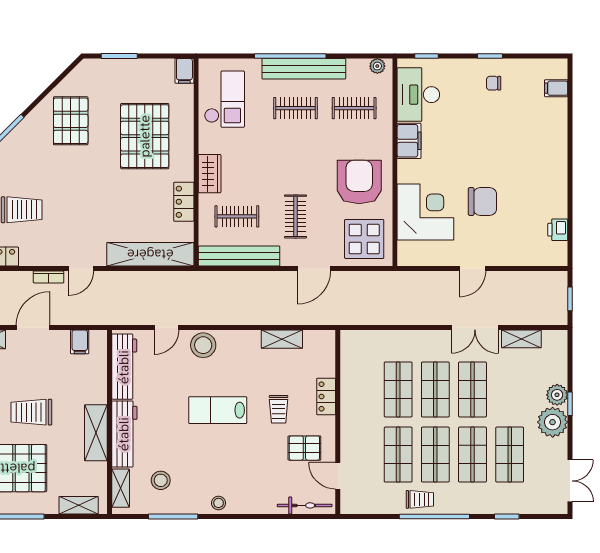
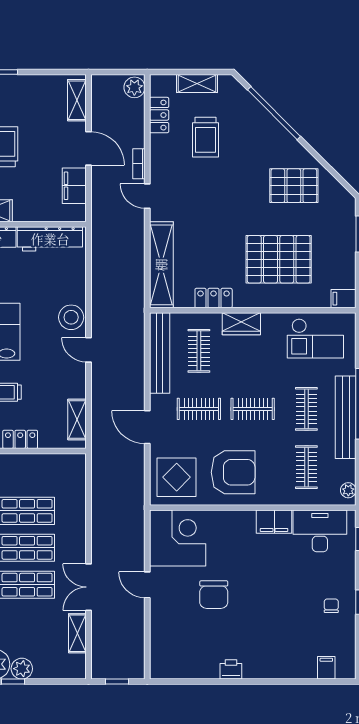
clothes rail: (295, 162) -> (253, 409), added
corner desk: (425, 212) -> (178, 538), moved, turned -90
printer: (558, 230) -> (231, 669), moved
door: (166, 328) -> (89, 350), moved
shelving: (282, 339) -> (77, 419), moved
filing cabinet: (80, 342) -> (74, 186), width x2.00

